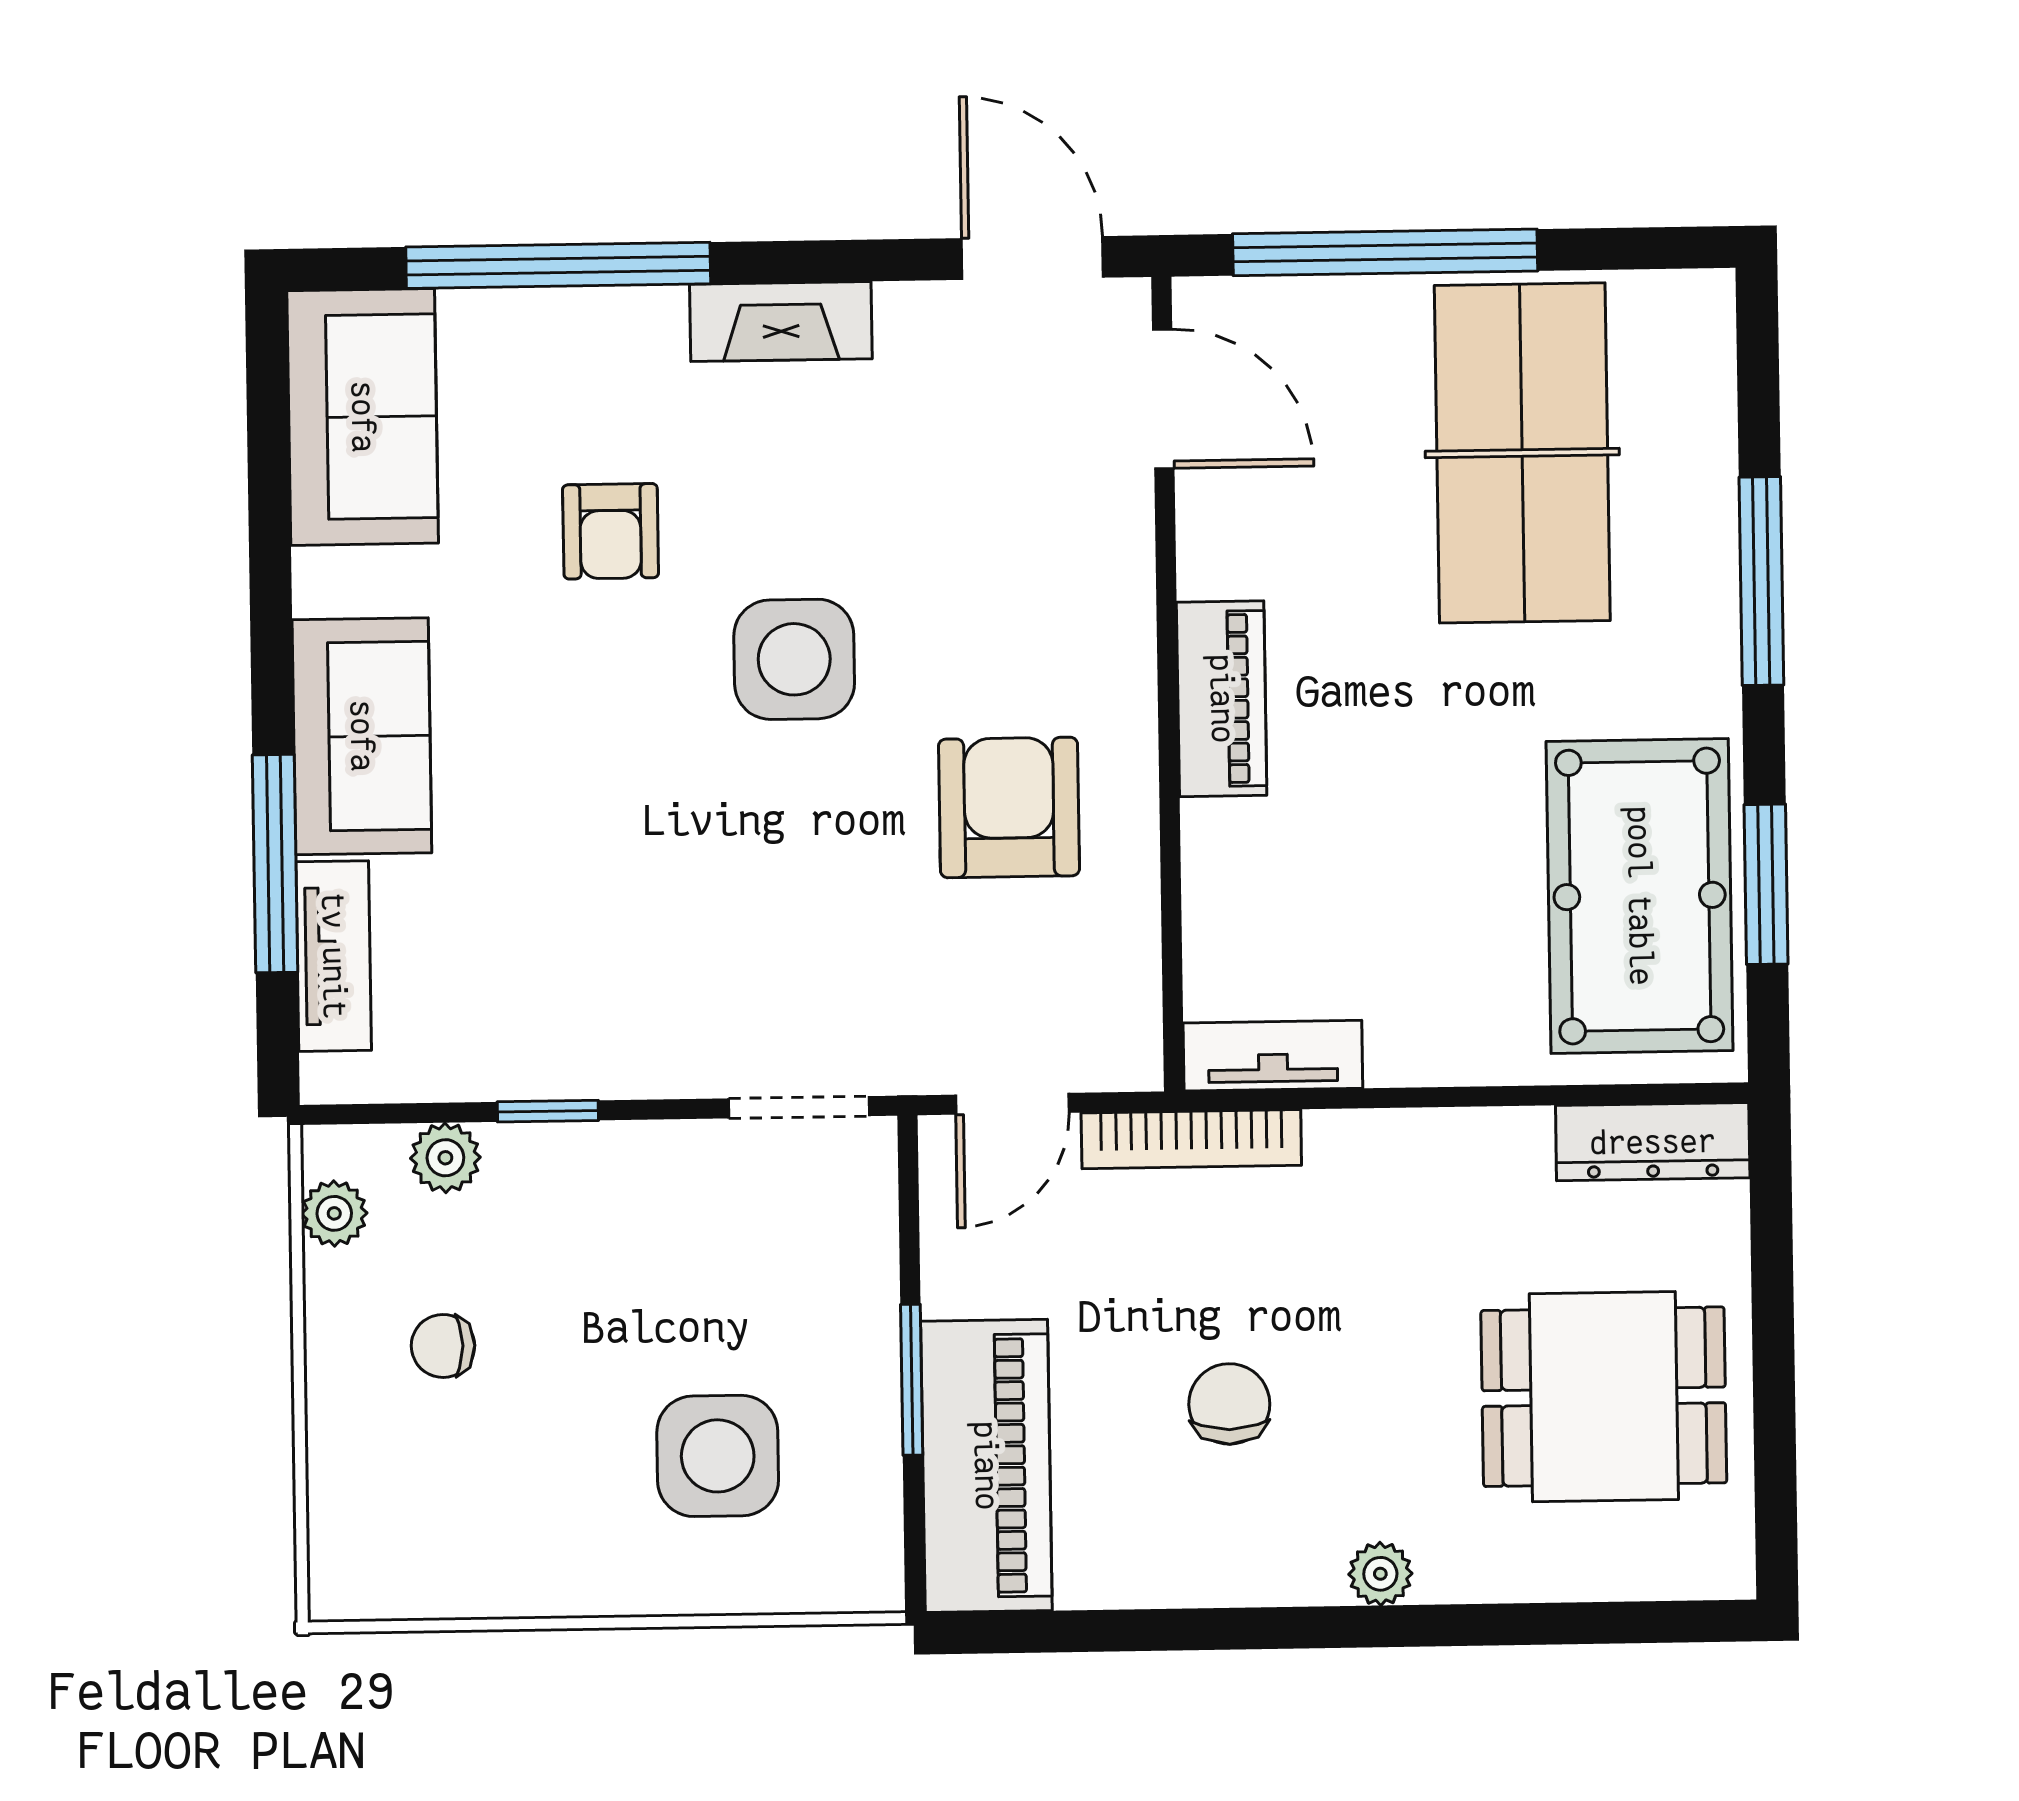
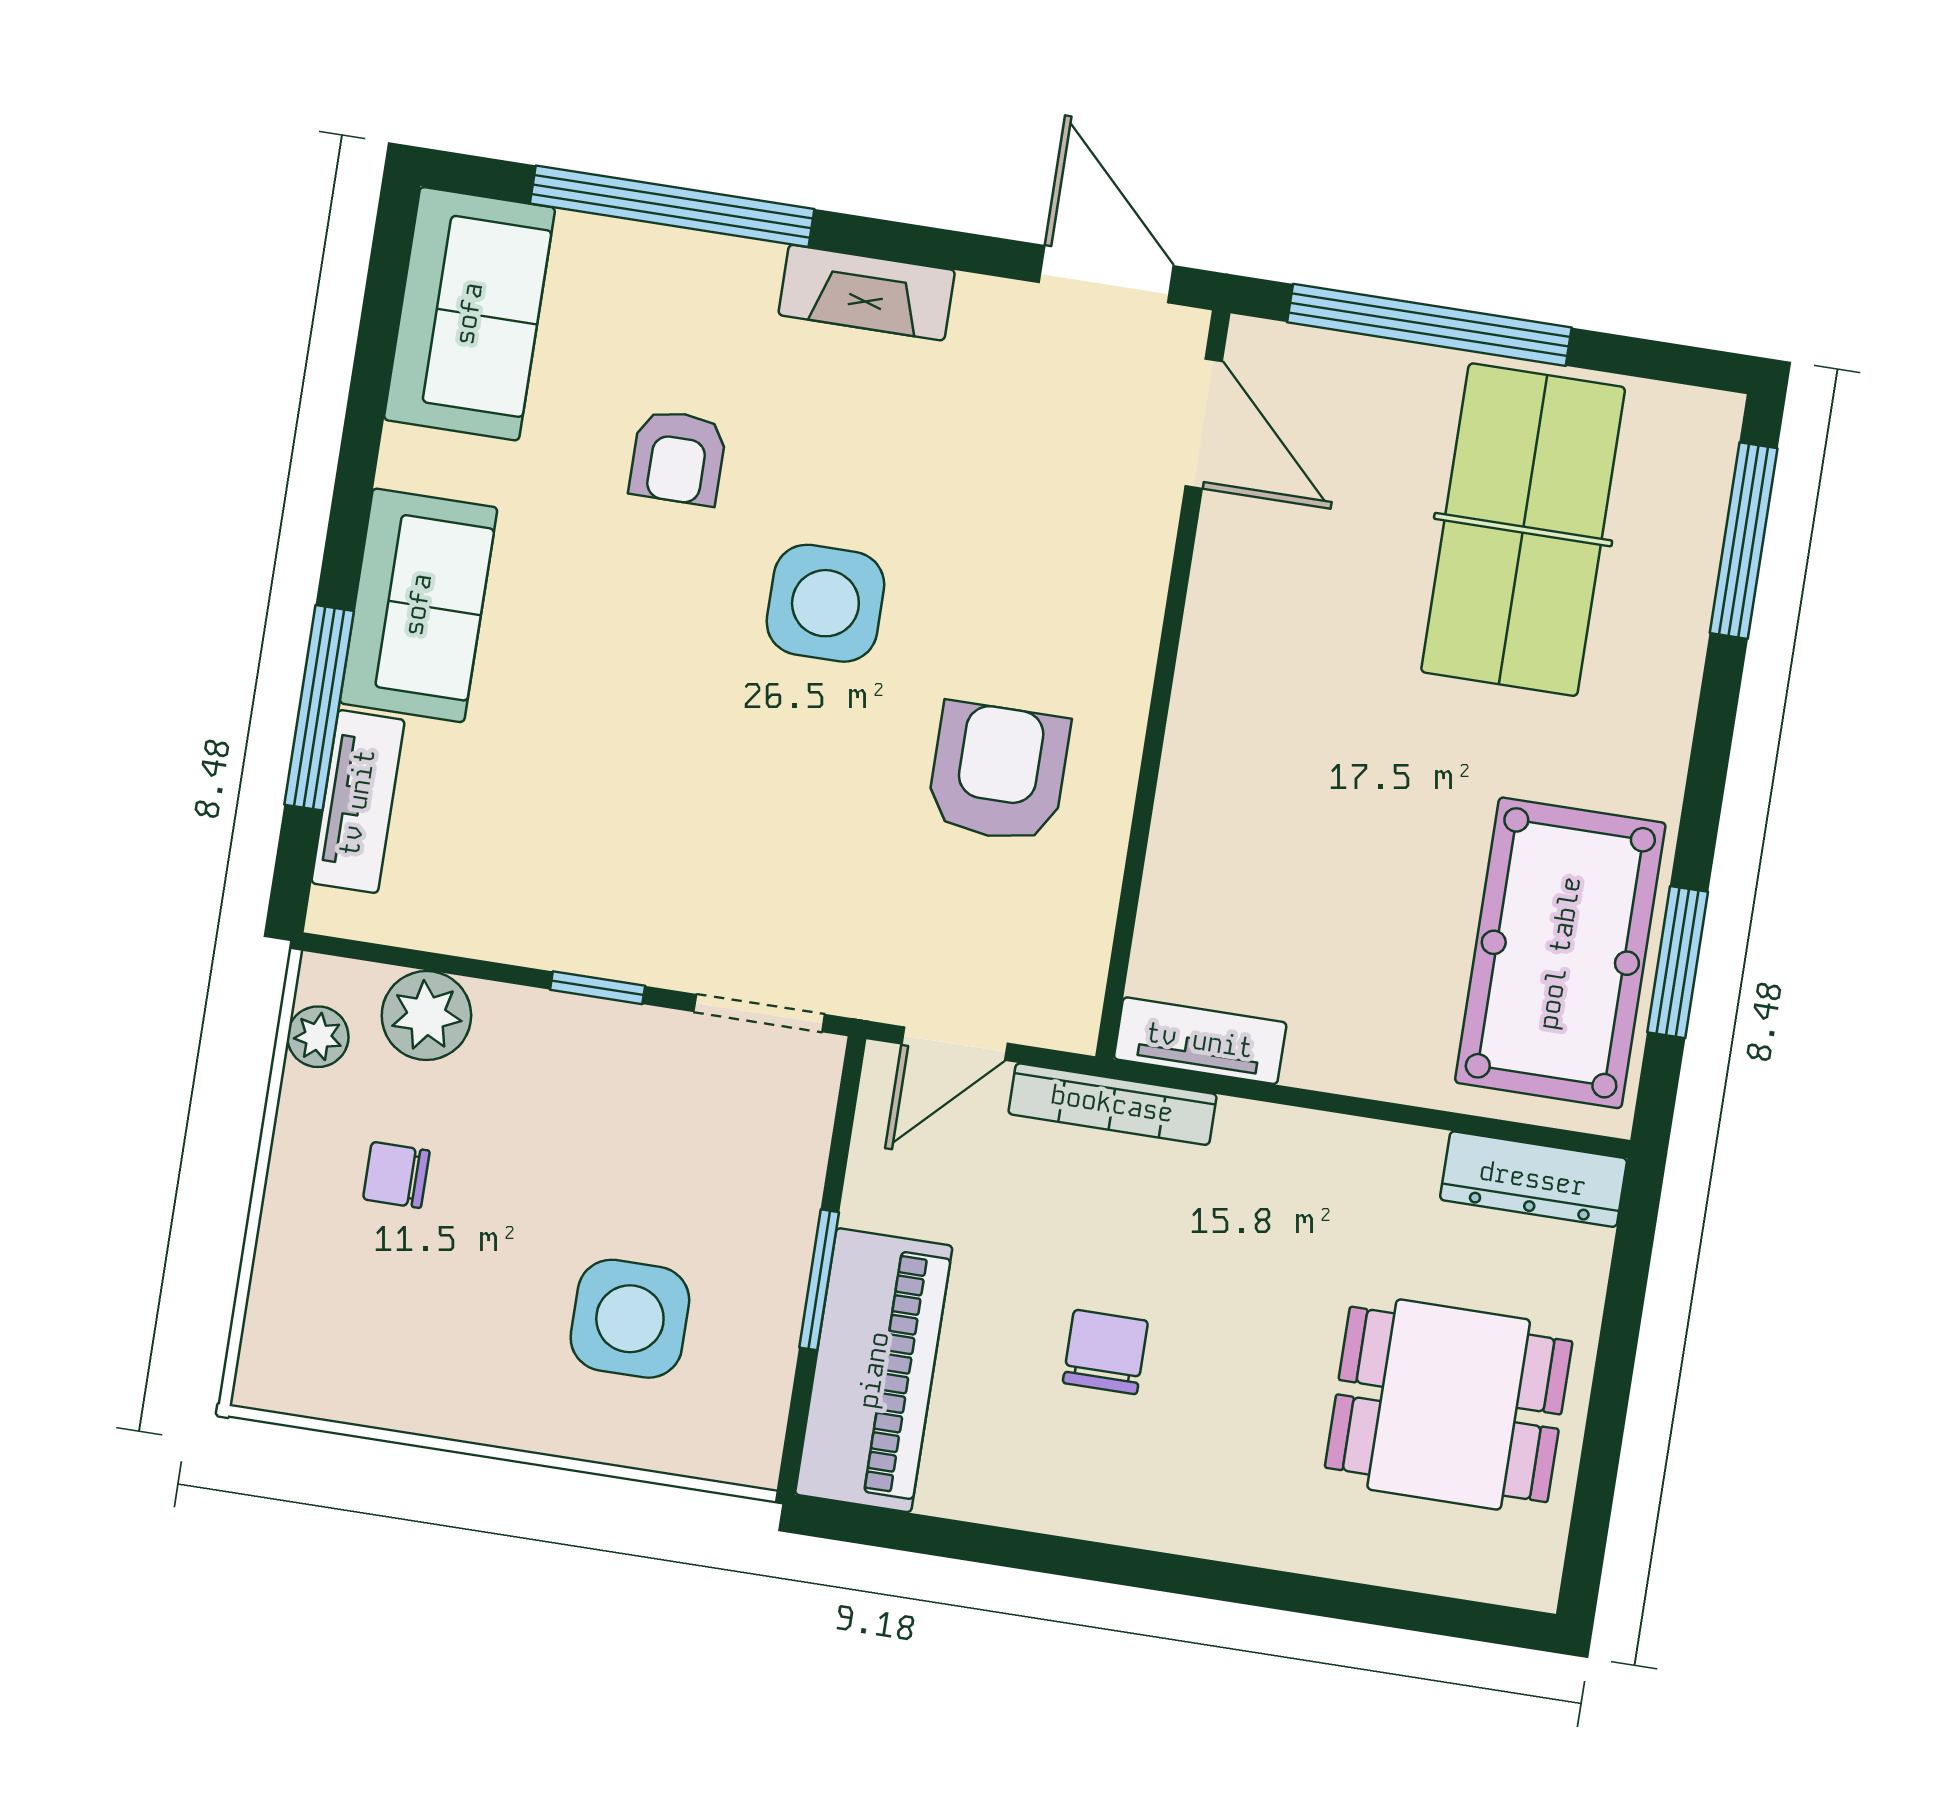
window: (1761, 581) -> (1744, 541), moved
piano: (1222, 699) -> (1210, 707), removed
window: (548, 1111) -> (598, 988), moved
plant: (445, 1158) -> (426, 1015), width x1.38, depth x1.38
plant: (1380, 1574) -> (1217, 1531), removed

